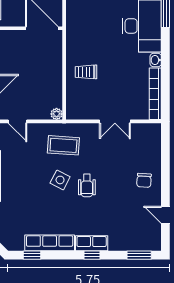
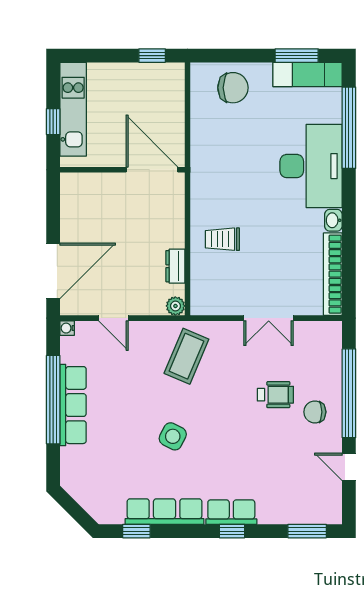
dresser: (56, 89) -> (175, 266), added
coffee table: (63, 145) -> (186, 356), turned -71
window: (165, 169) -> (349, 393), added
side table: (60, 180) -> (173, 436), moved
chair: (144, 180) -> (315, 412), turned 86
wheelchair: (87, 185) -> (275, 395), moved, turned -90

